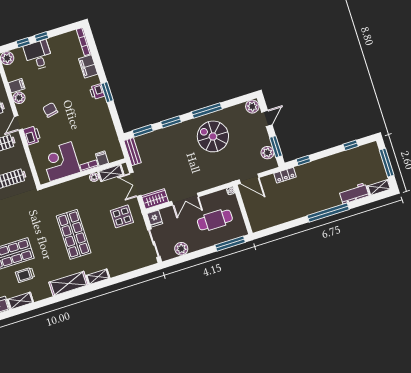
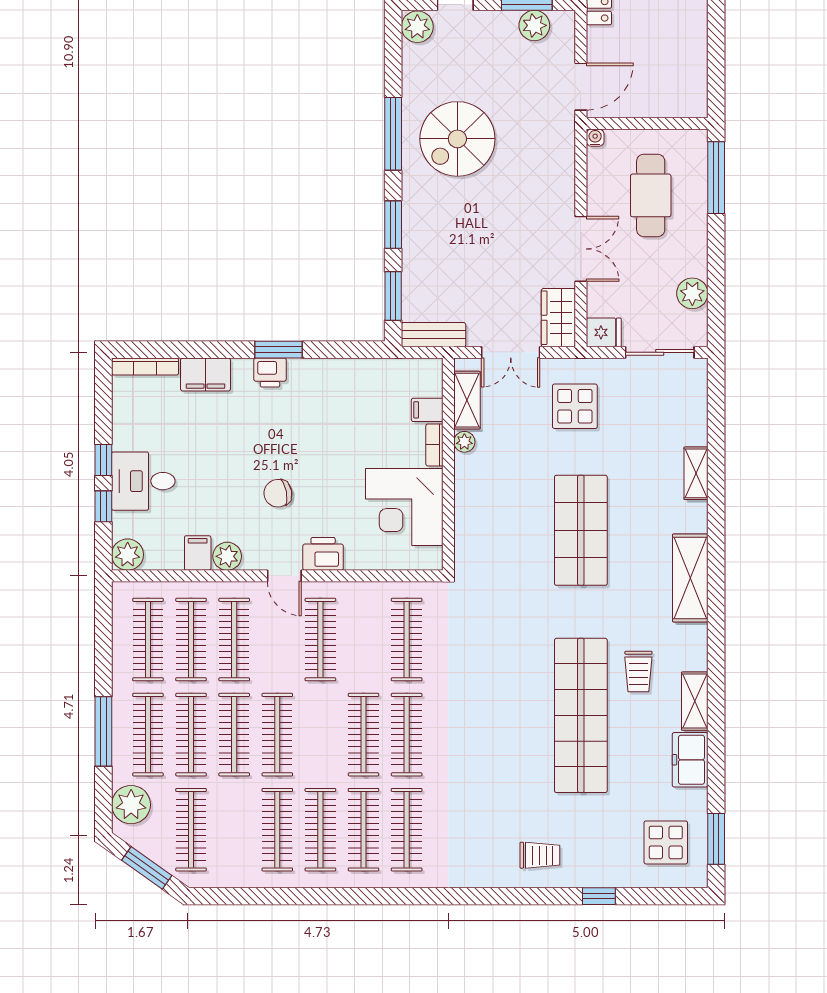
shop shelf: (74, 234) -> (581, 530), turned 90
shelving: (98, 277) -> (696, 473), moved

